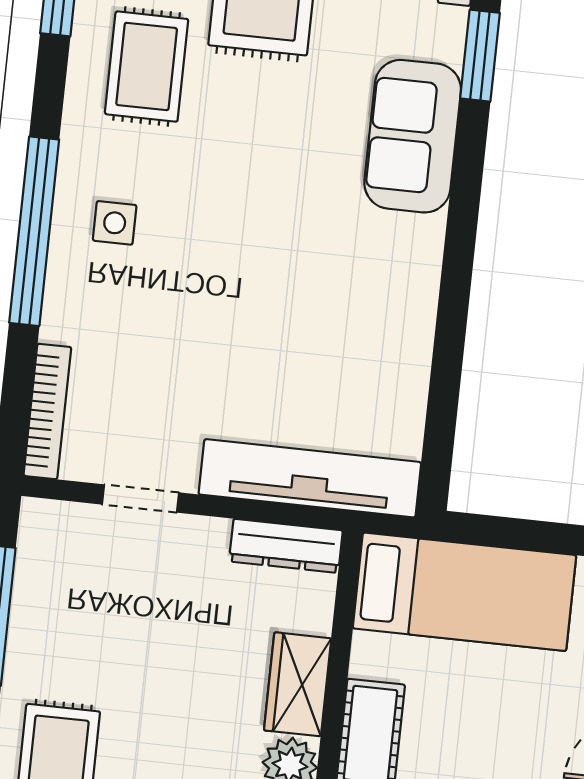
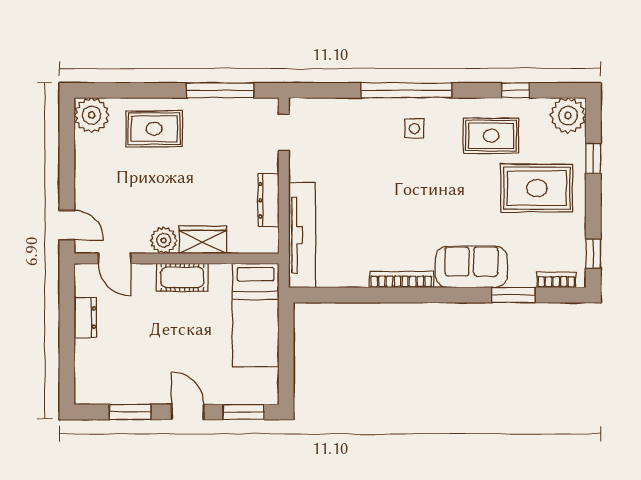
bookcase: (47, 411) -> (401, 280), moved, turned 180
doorway: (141, 498) -> (284, 133), moved
dresser: (286, 546) -> (268, 200), moved

